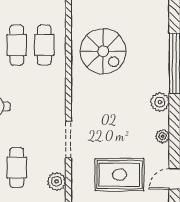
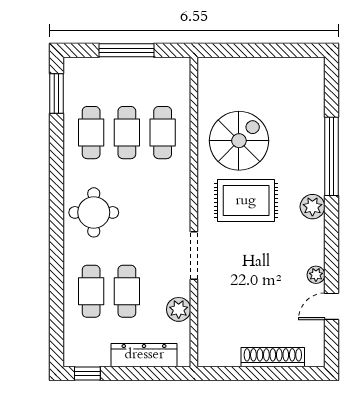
spiral stairs: (103, 51) -> (239, 141), turned -90
plant: (163, 136) -> (316, 275), moved
rug: (119, 175) -> (246, 201), moved

